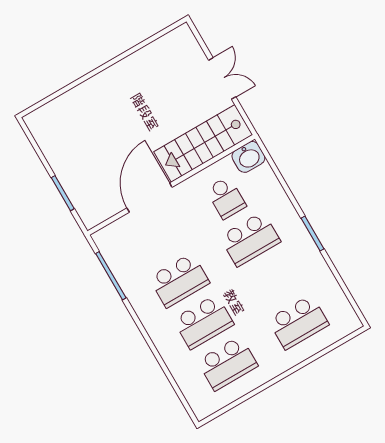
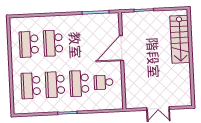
stairs: (203, 143) -> (180, 39), moved, turned 180
washbasin: (248, 157) -> (117, 102), removed
door: (150, 198) -> (121, 48), swing flipped
school desk: (179, 280) -> (55, 85), moved

